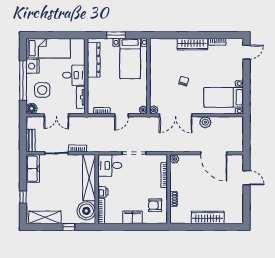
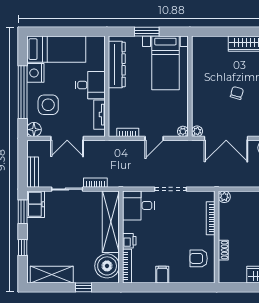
freezer: (33, 169) -> (36, 204), width x0.71
window: (23, 170) -> (23, 212), added
filing cabinet: (133, 217) -> (162, 275), width x0.50

